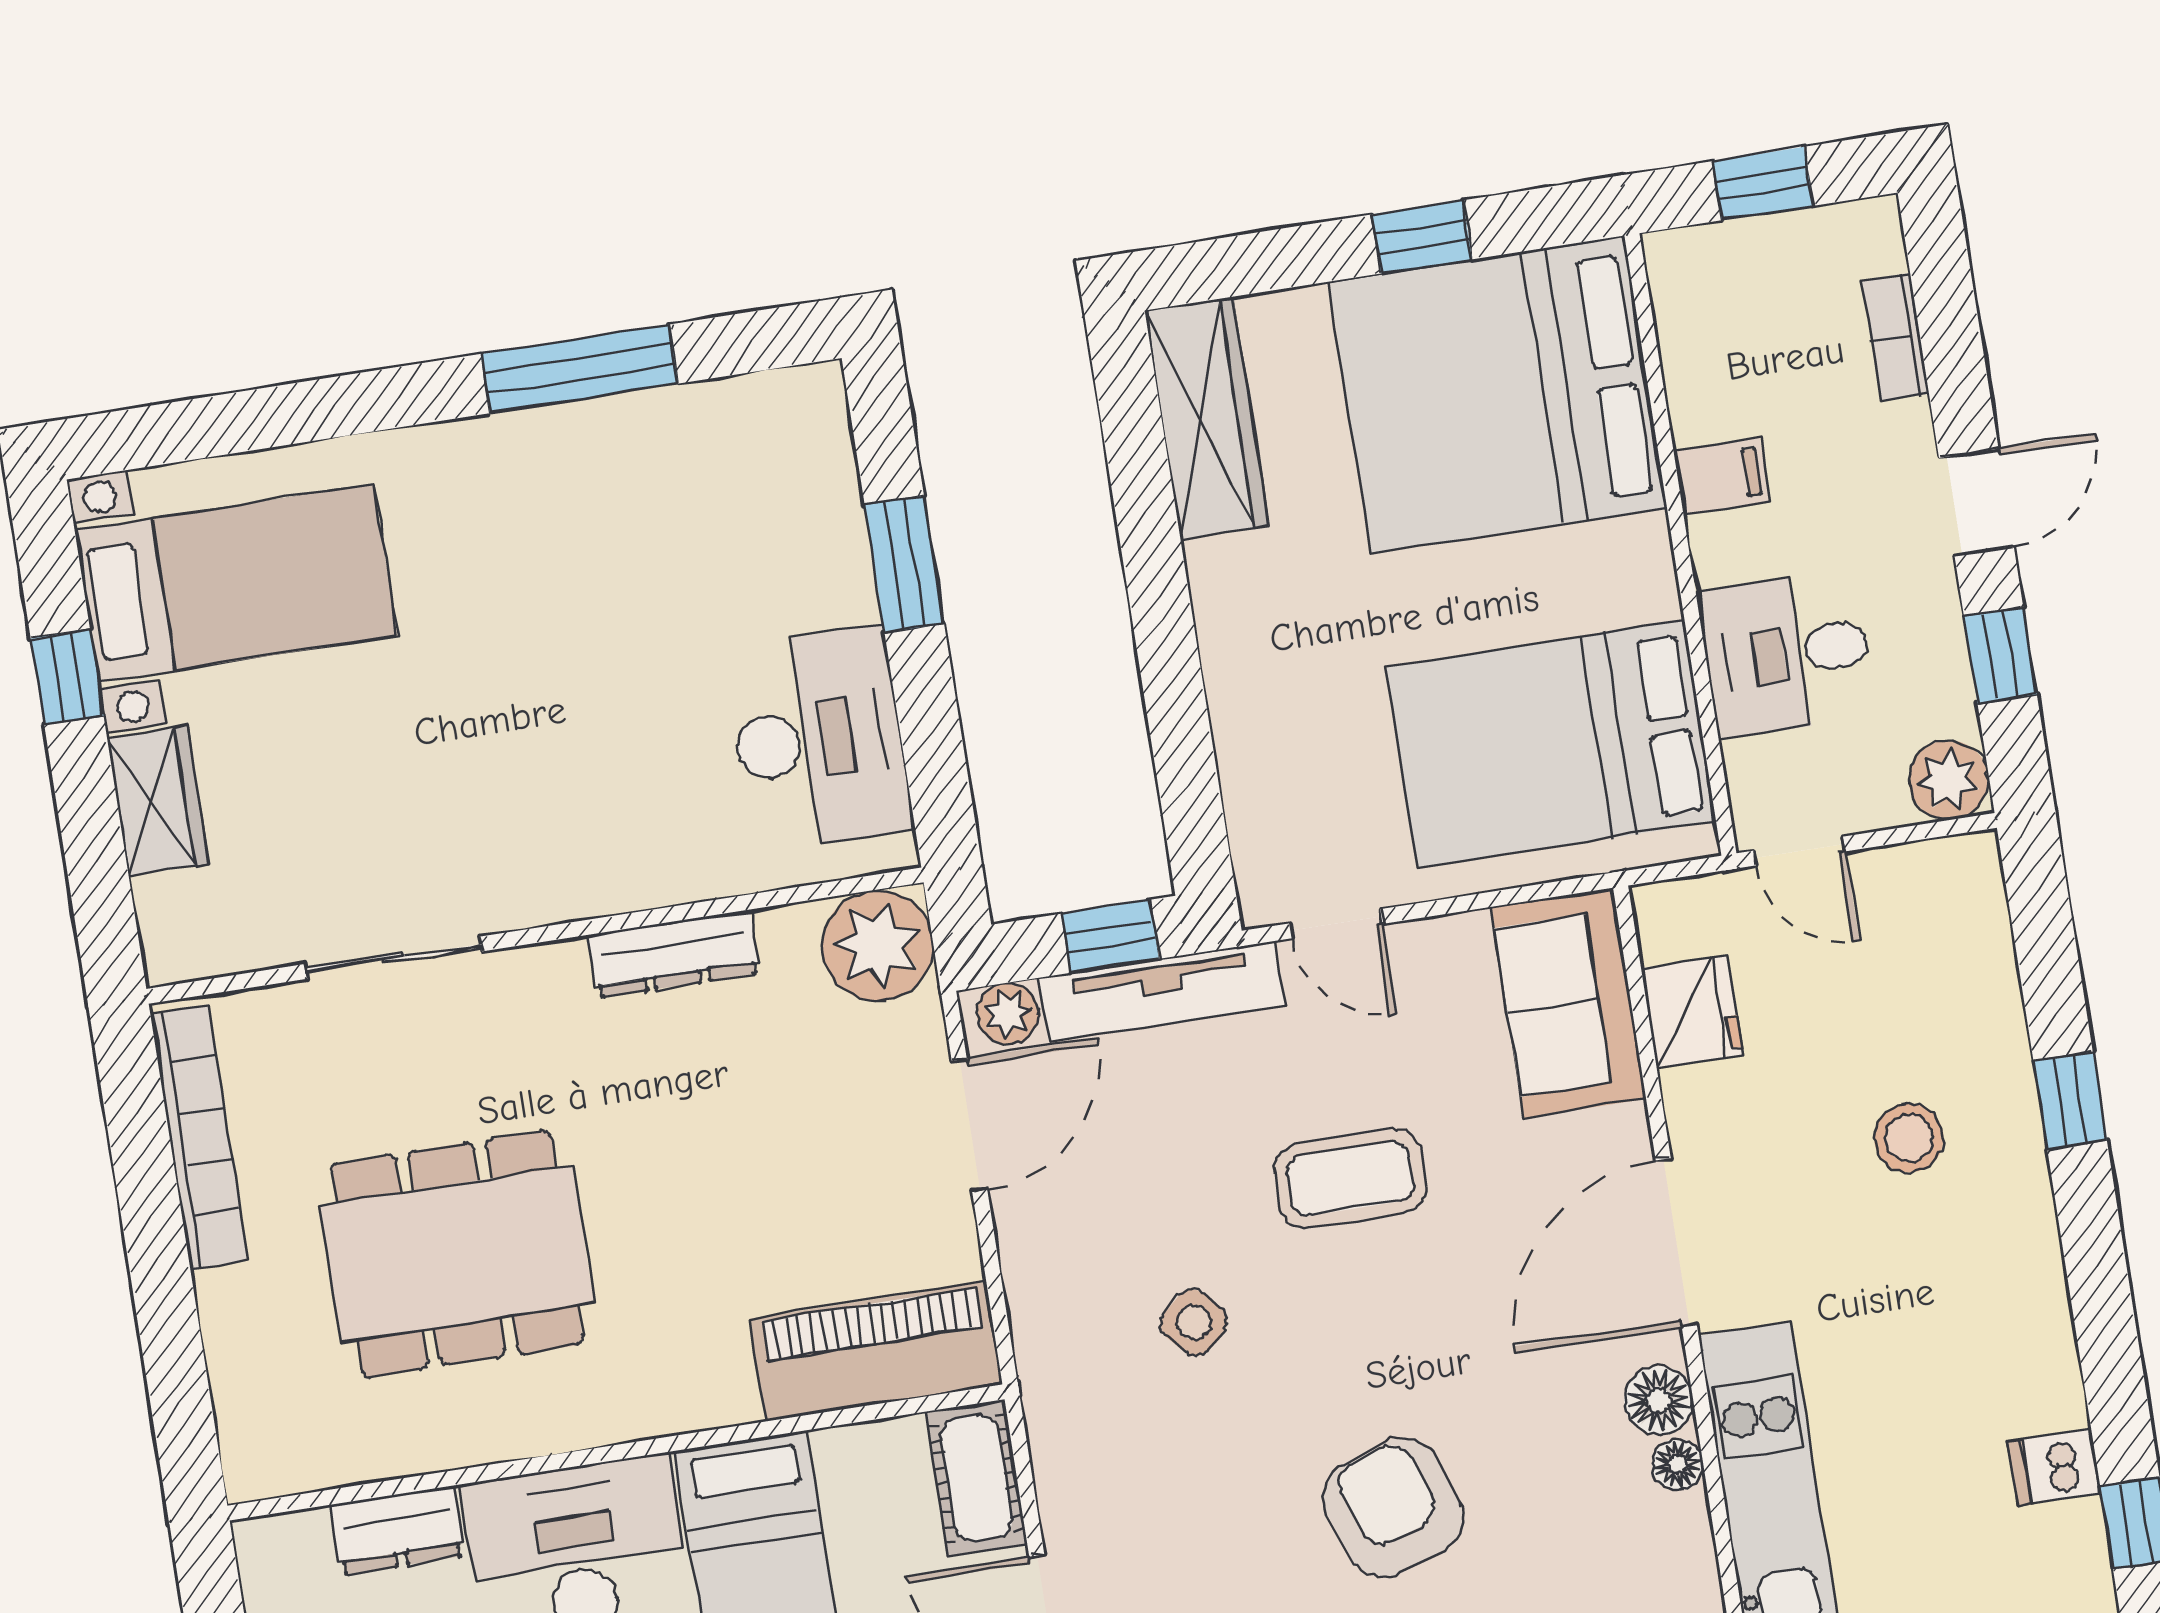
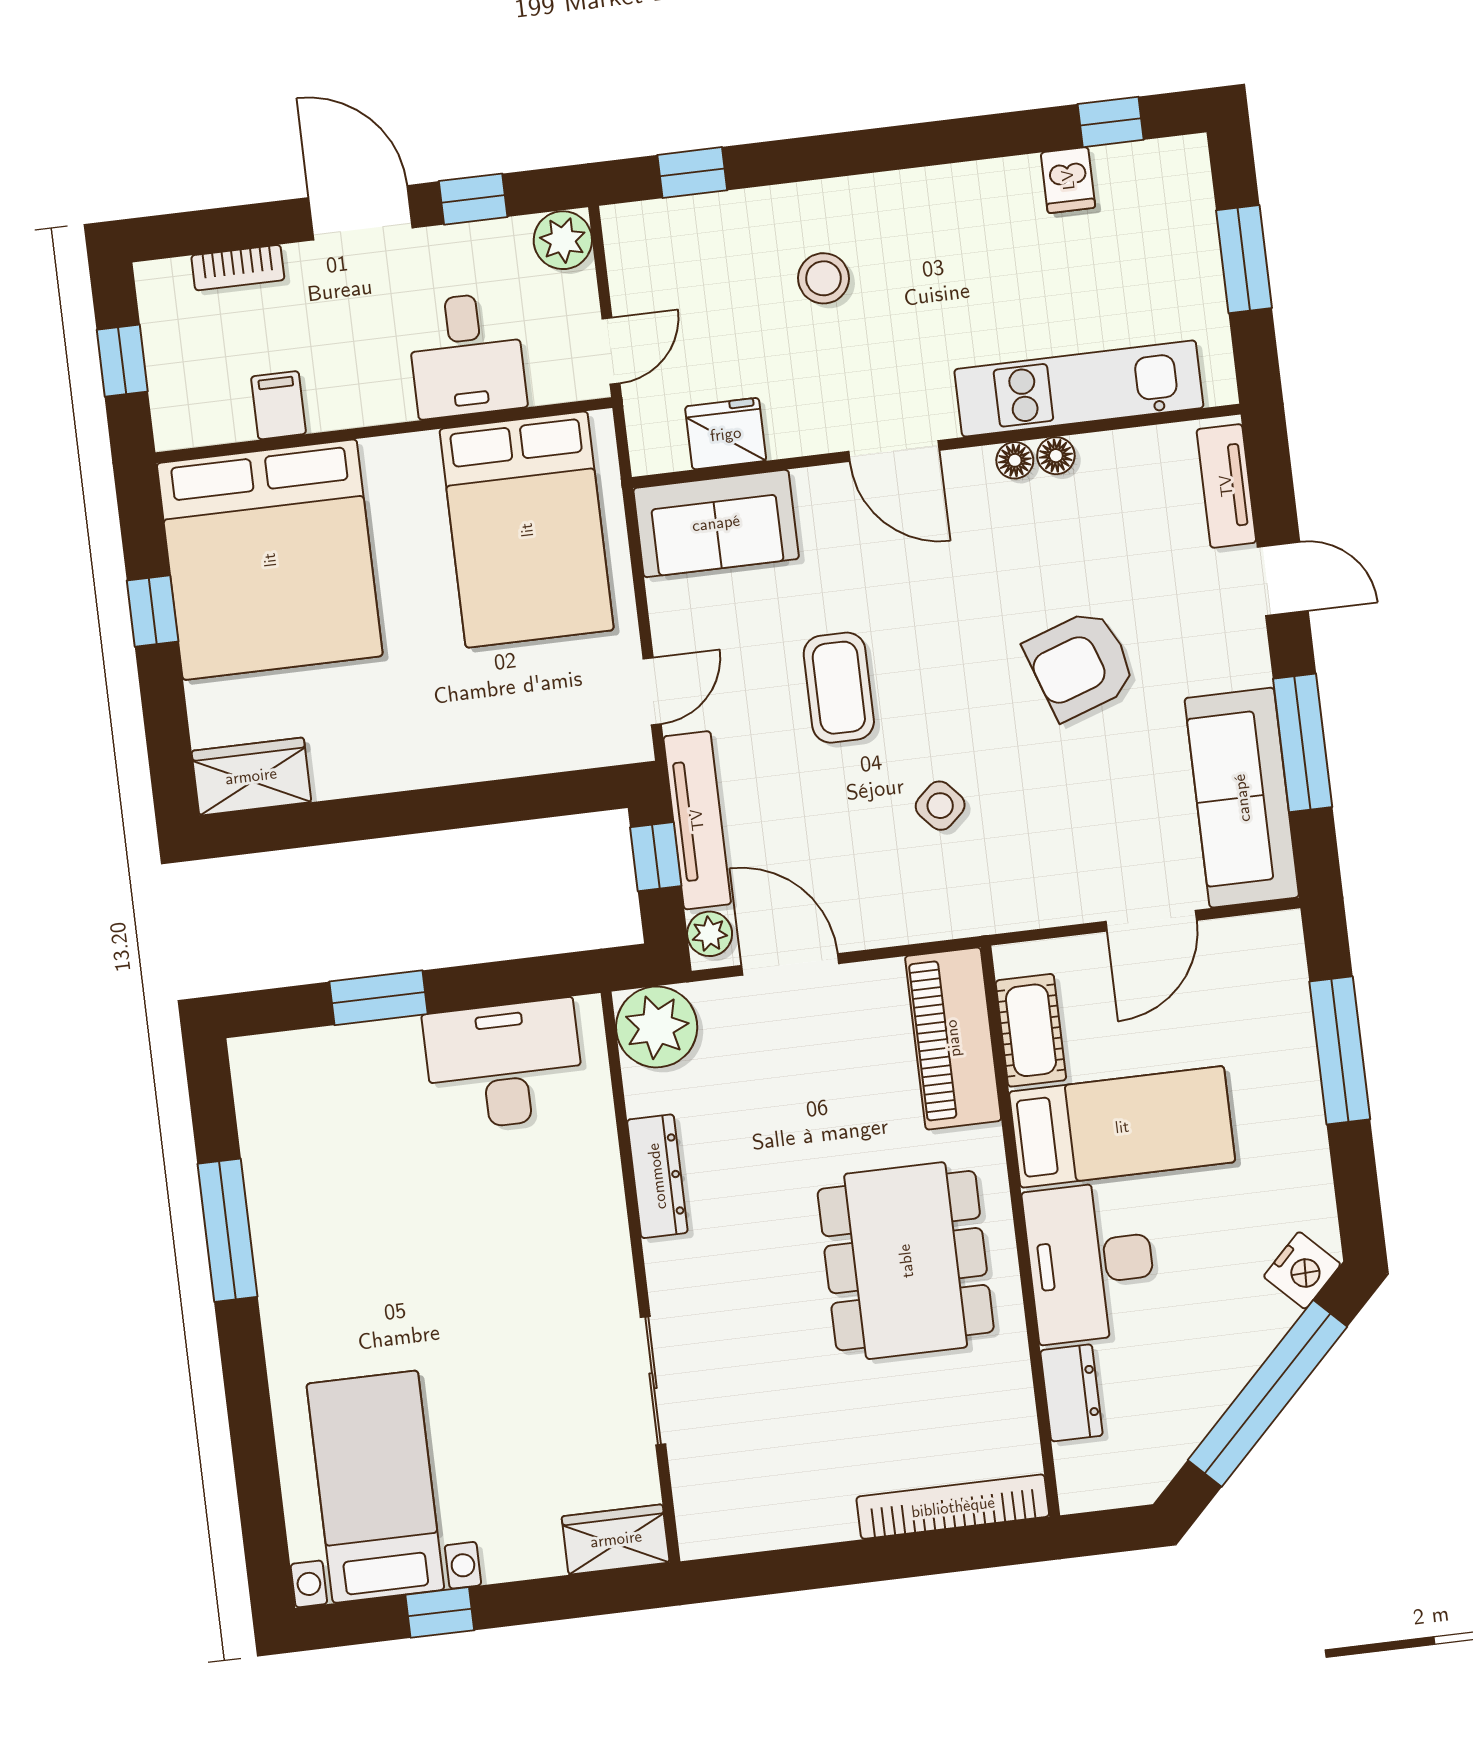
wardrobe: (1207, 418) -> (251, 776), width x0.67
filing cabinet: (1722, 476) -> (278, 405), moved
door: (1976, 502) -> (361, 213), width x1.38
wardrobe: (158, 801) -> (616, 1539), moved
window: (2070, 1101) -> (692, 173), moved
bookcase: (199, 1137) -> (953, 1507), moved
door: (1676, 1243) -> (894, 451), width x0.73
dining table: (457, 1254) -> (906, 1261), moved
floor lamp: (1659, 1400) -> (1015, 460), width x0.73, depth x0.73
cot: (977, 1478) -> (1031, 1030), moved, turned 90

